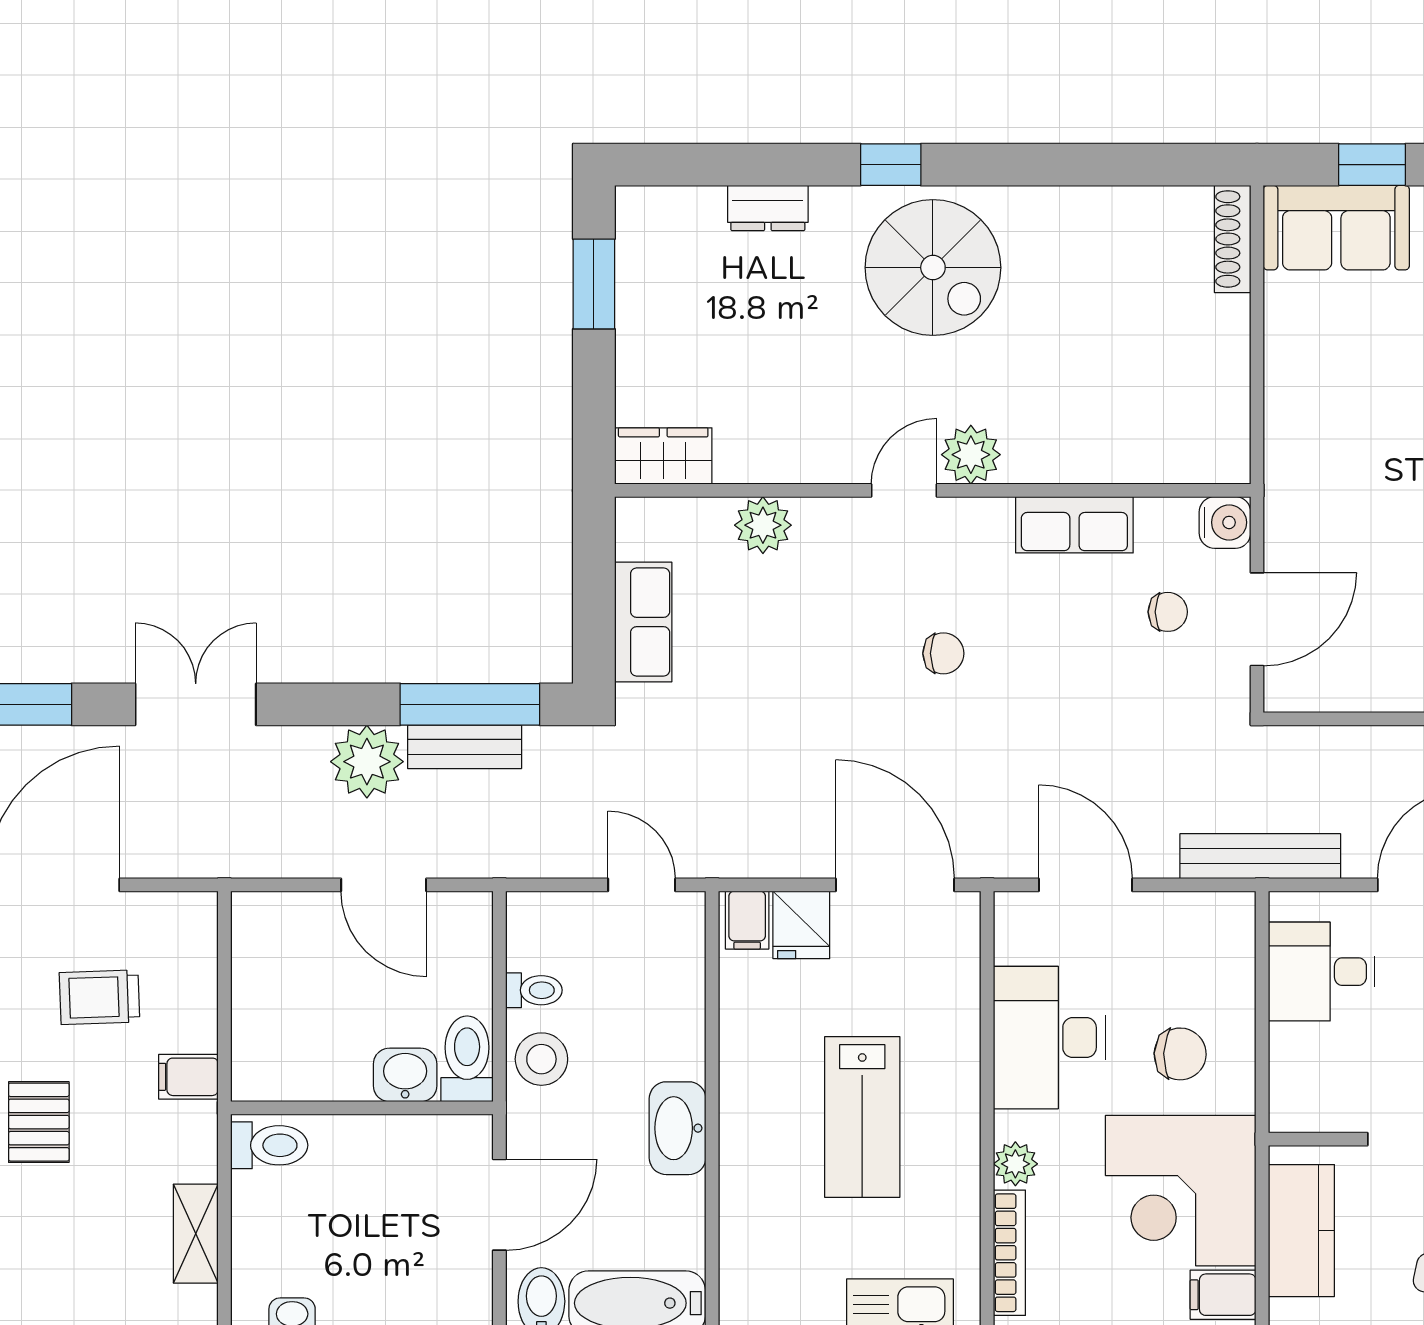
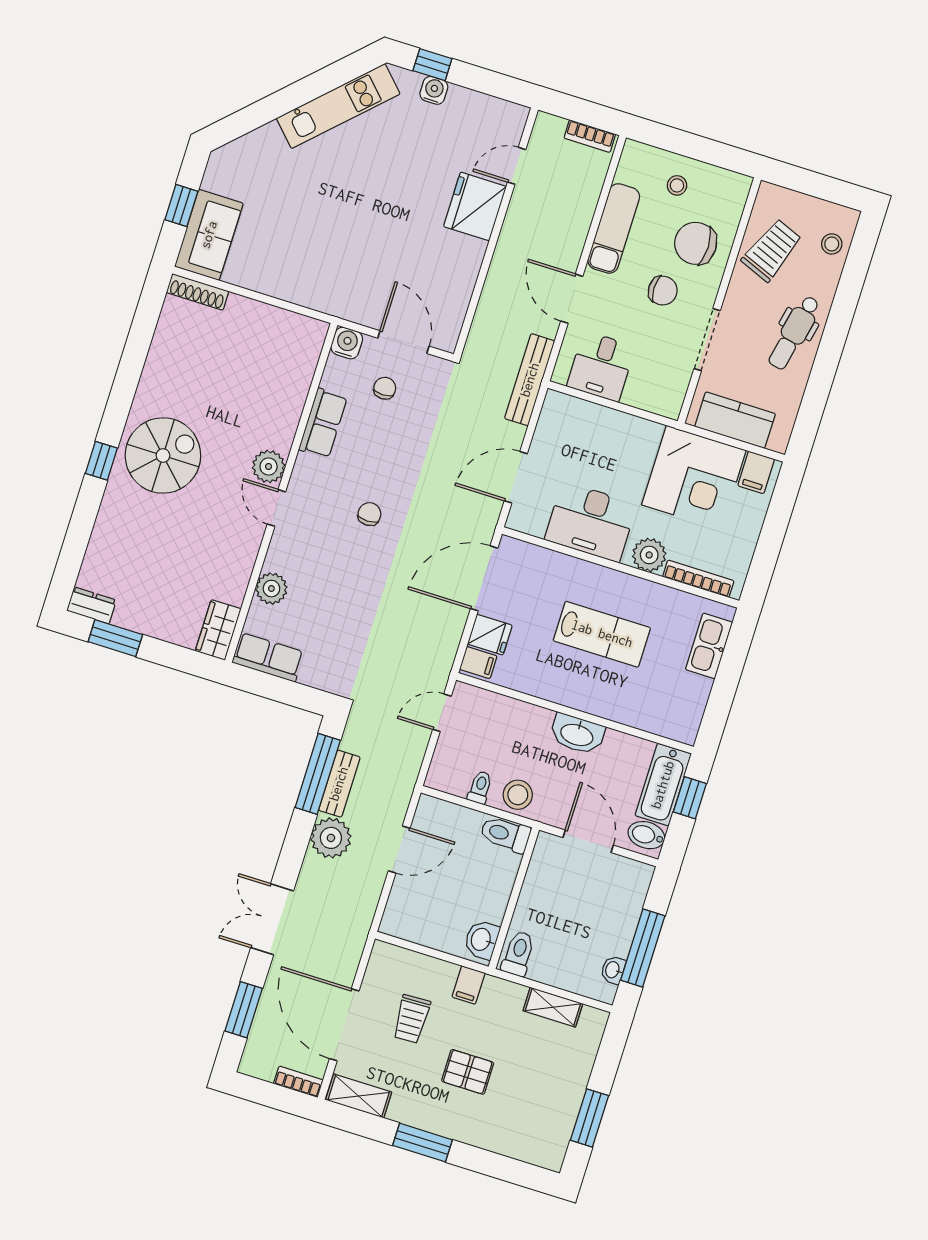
dresser: (768, 208) -> (92, 605), moved, turned -90
row of seats: (643, 622) -> (268, 657), moved
chair: (1180, 1054) -> (621, 455), removed
washbasin: (405, 1075) -> (482, 940), moved
plant: (1015, 1164) -> (649, 555), width x1.38, depth x1.38

